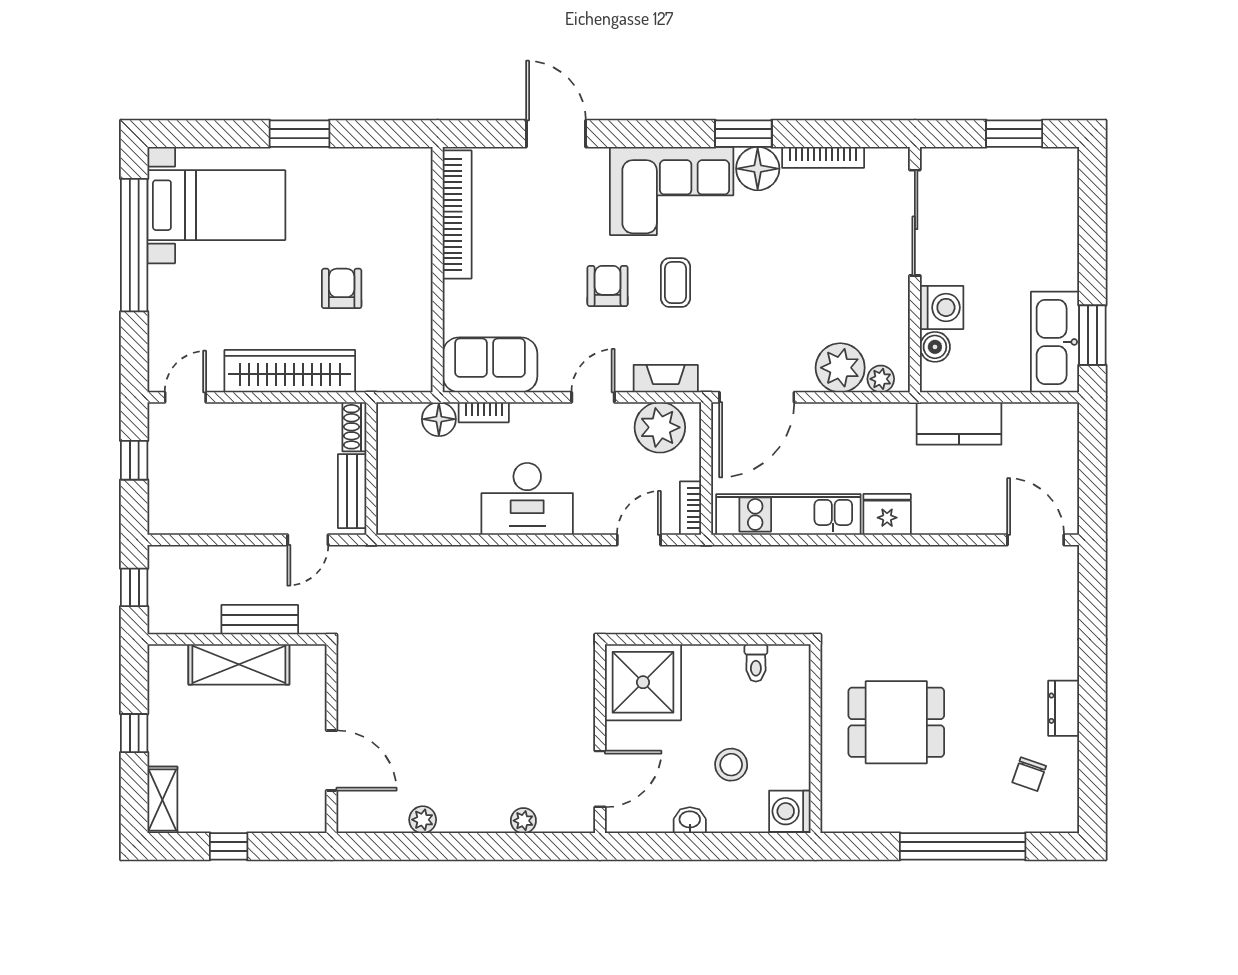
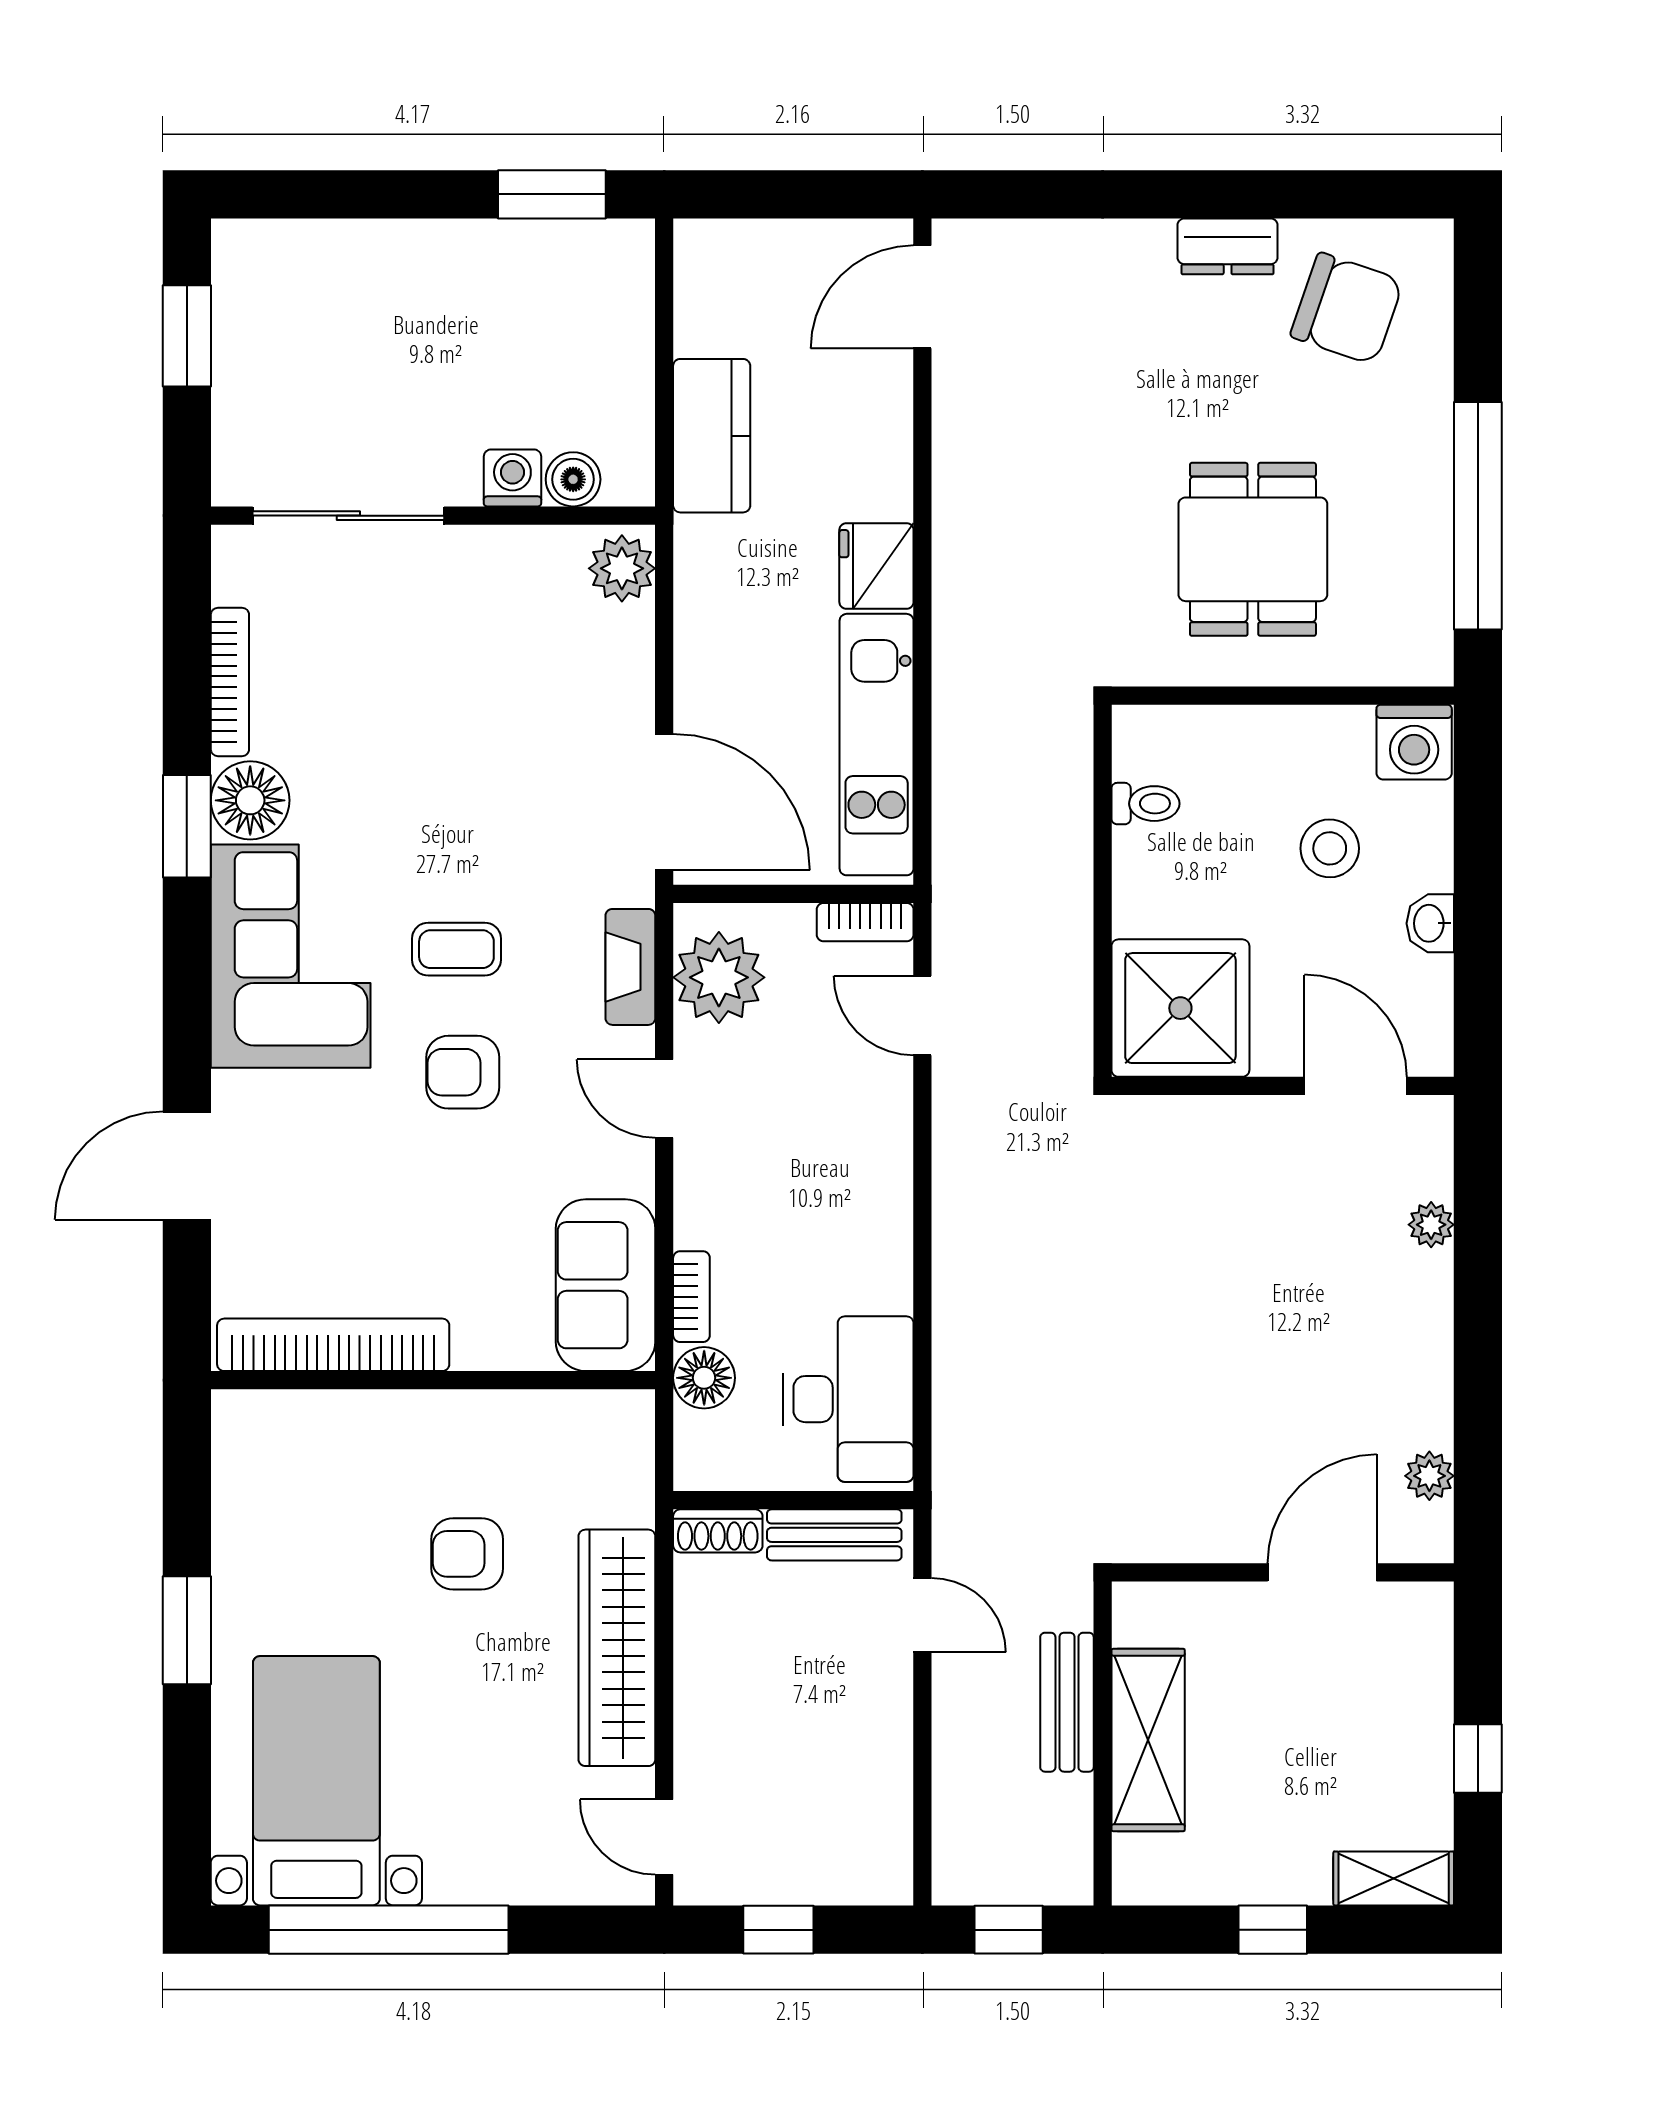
washing machine: (942, 307) -> (512, 478), width x0.73, depth x0.73
kitchen sink: (1055, 342) -> (564, 262), removed
plant: (840, 368) -> (611, 651), removed
plant: (881, 379) -> (622, 568), width x1.38, depth x1.38
desk: (527, 499) -> (848, 1399), moved
chair: (1029, 774) -> (1347, 309), width x1.87, depth x1.87
plant: (423, 820) -> (1429, 1476), moved
window: (963, 846) -> (1478, 516), moved

